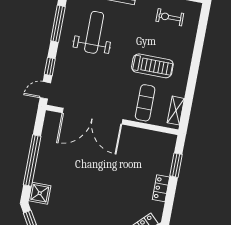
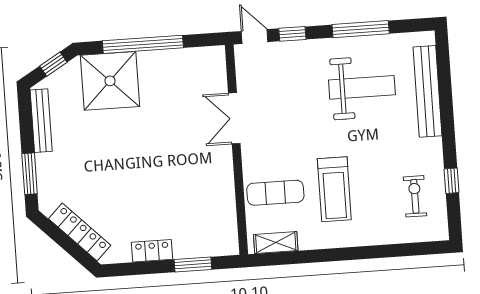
double door: (92, 116) -> (234, 118), width x0.54
shower: (40, 193) -> (110, 81), width x1.86, depth x1.86

